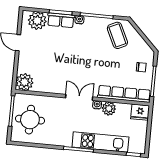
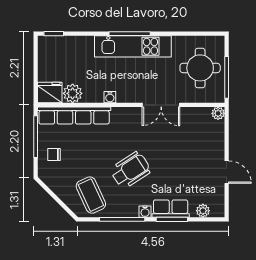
plant: (37, 21) -> (203, 211), width x0.53, depth x0.53
wheelchair: (87, 51) -> (130, 170), added
plant: (24, 82) -> (218, 113), width x0.53, depth x0.53
double door: (79, 97) -> (161, 105), moved
plant: (109, 109) -> (73, 93), moved
kitchen unit: (100, 142) -> (133, 46), moved

